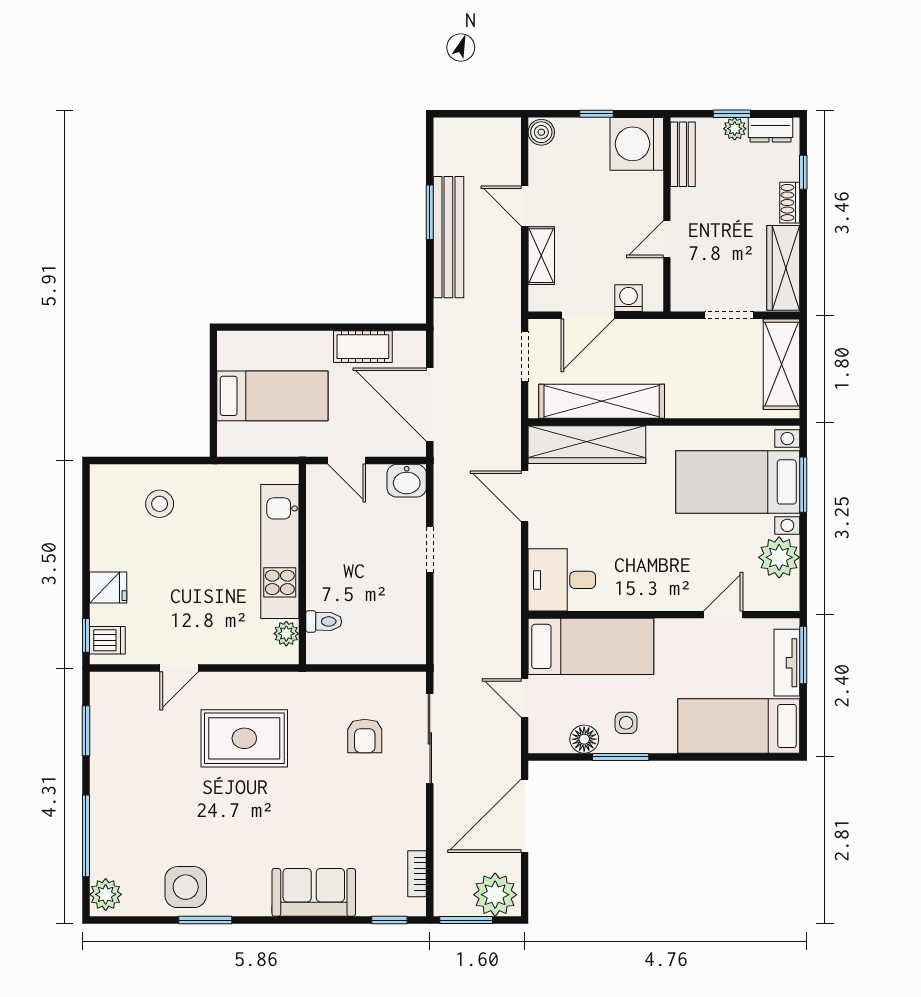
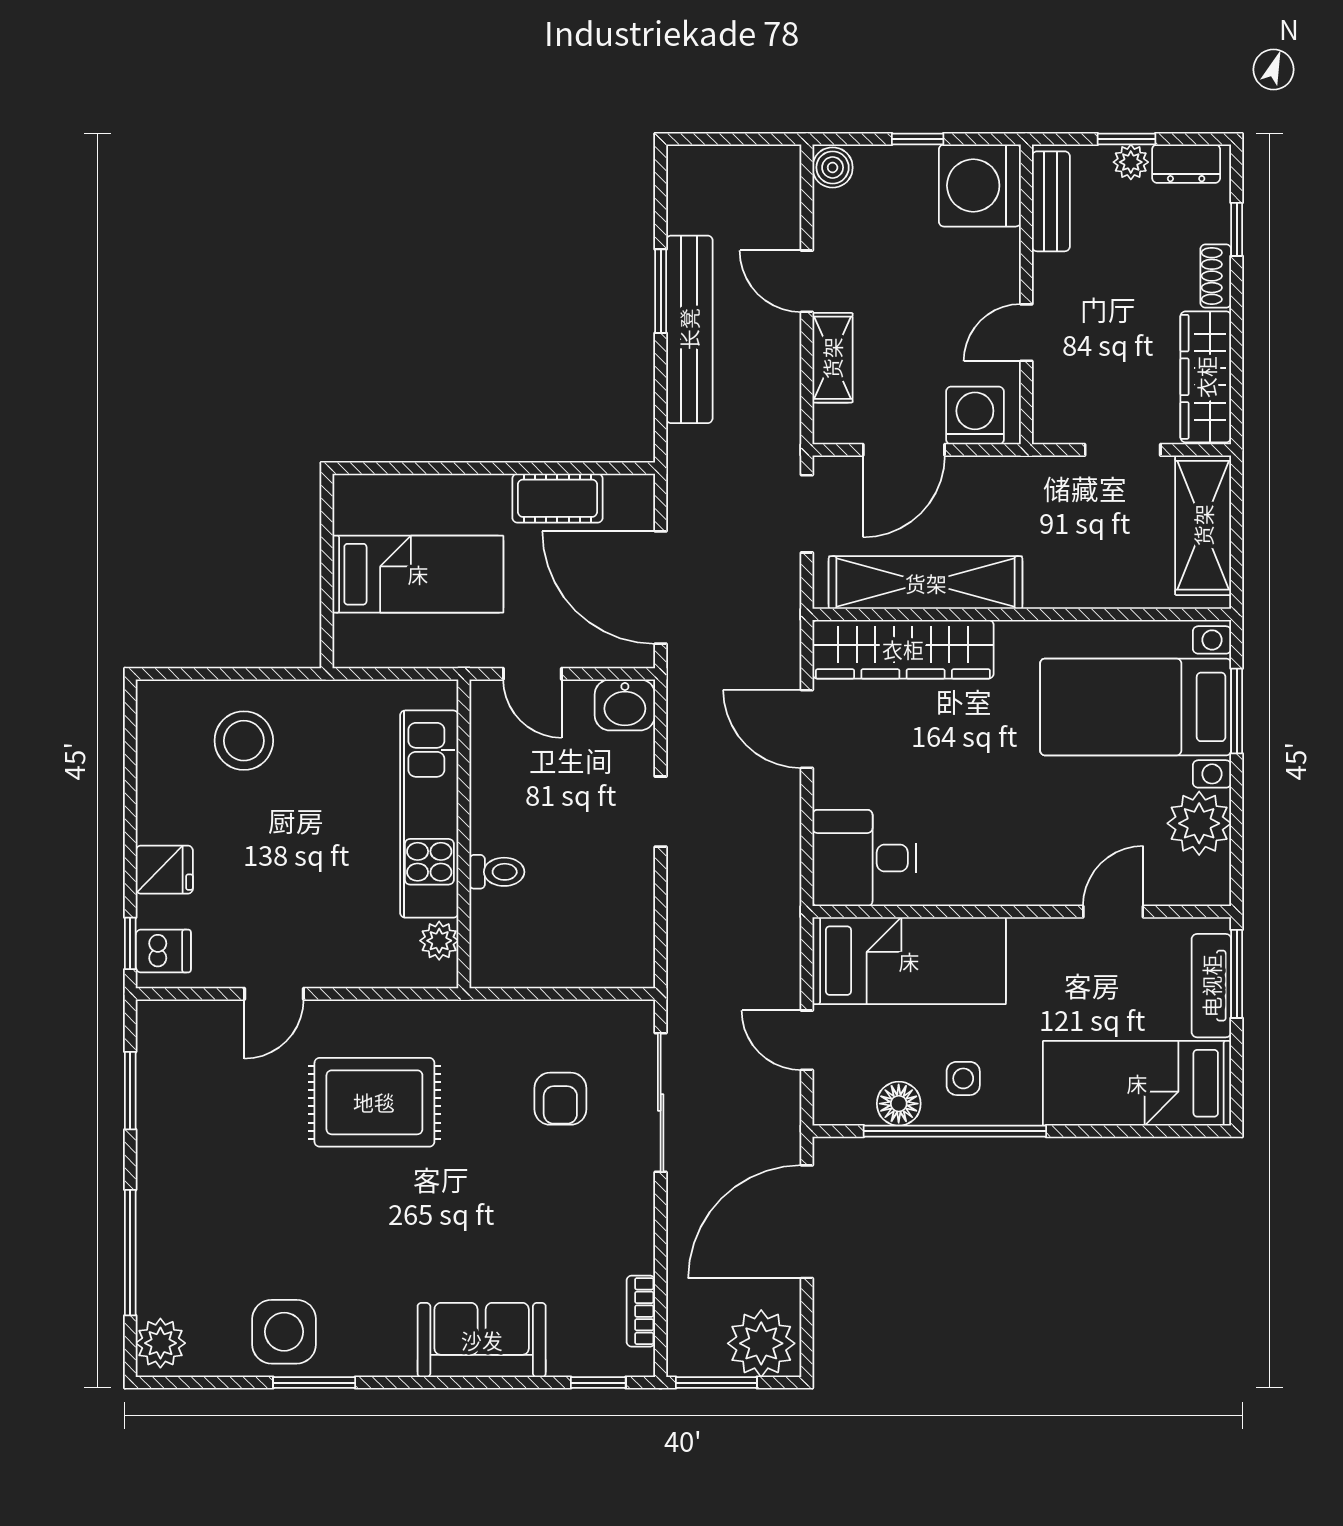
washing machine: (629, 298) -> (975, 416), width x1.38, depth x1.38
stool: (160, 504) -> (244, 741), width x1.38, depth x1.38
toilet: (324, 621) -> (497, 872), moved
window: (621, 757) -> (955, 1131), width x2.11

